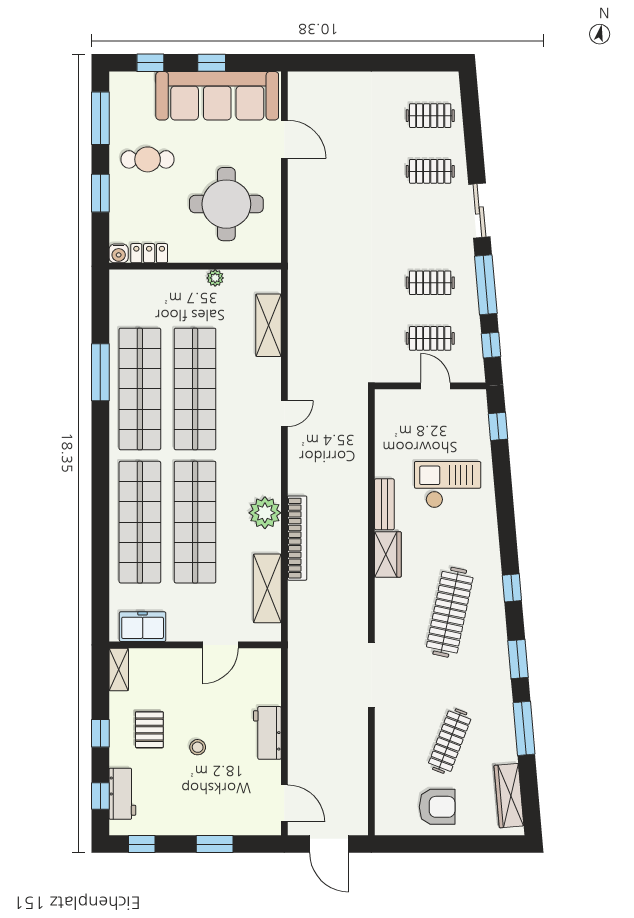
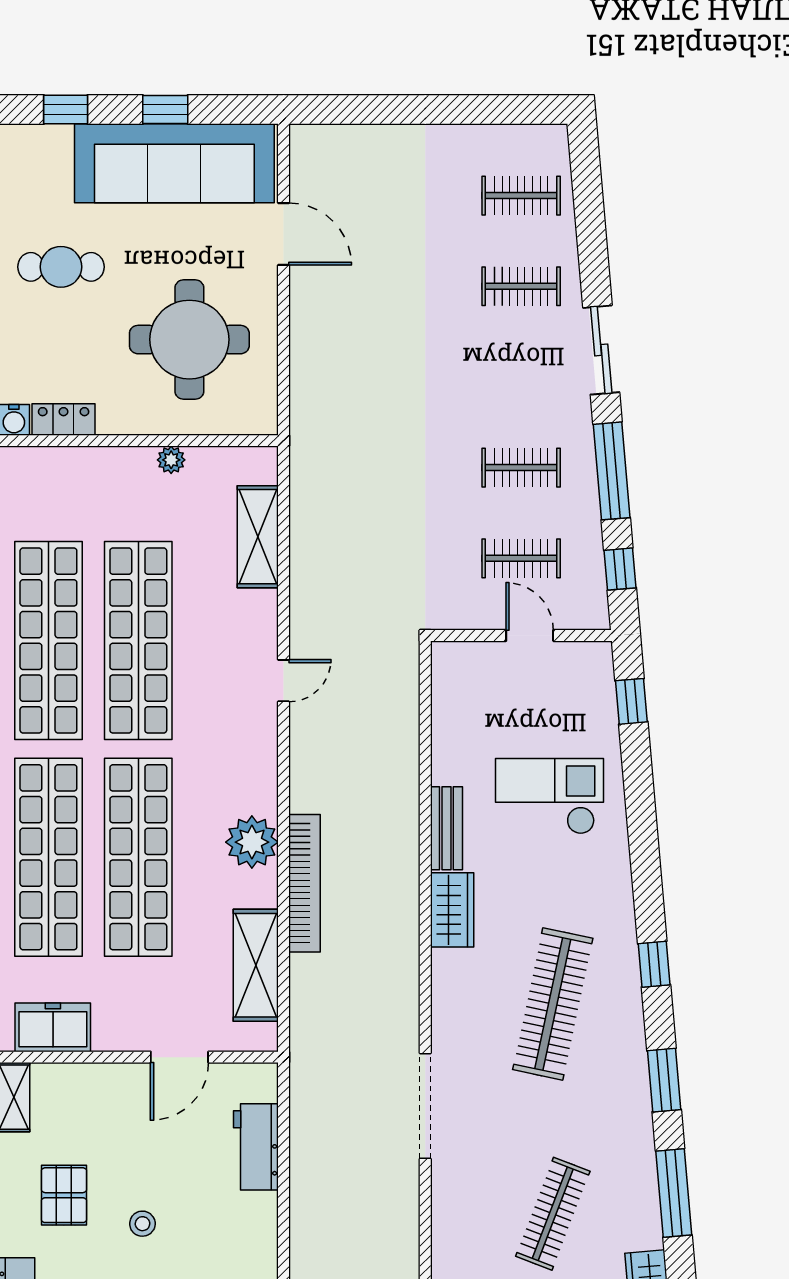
workbench: (267, 733) -> (256, 1147), moved

